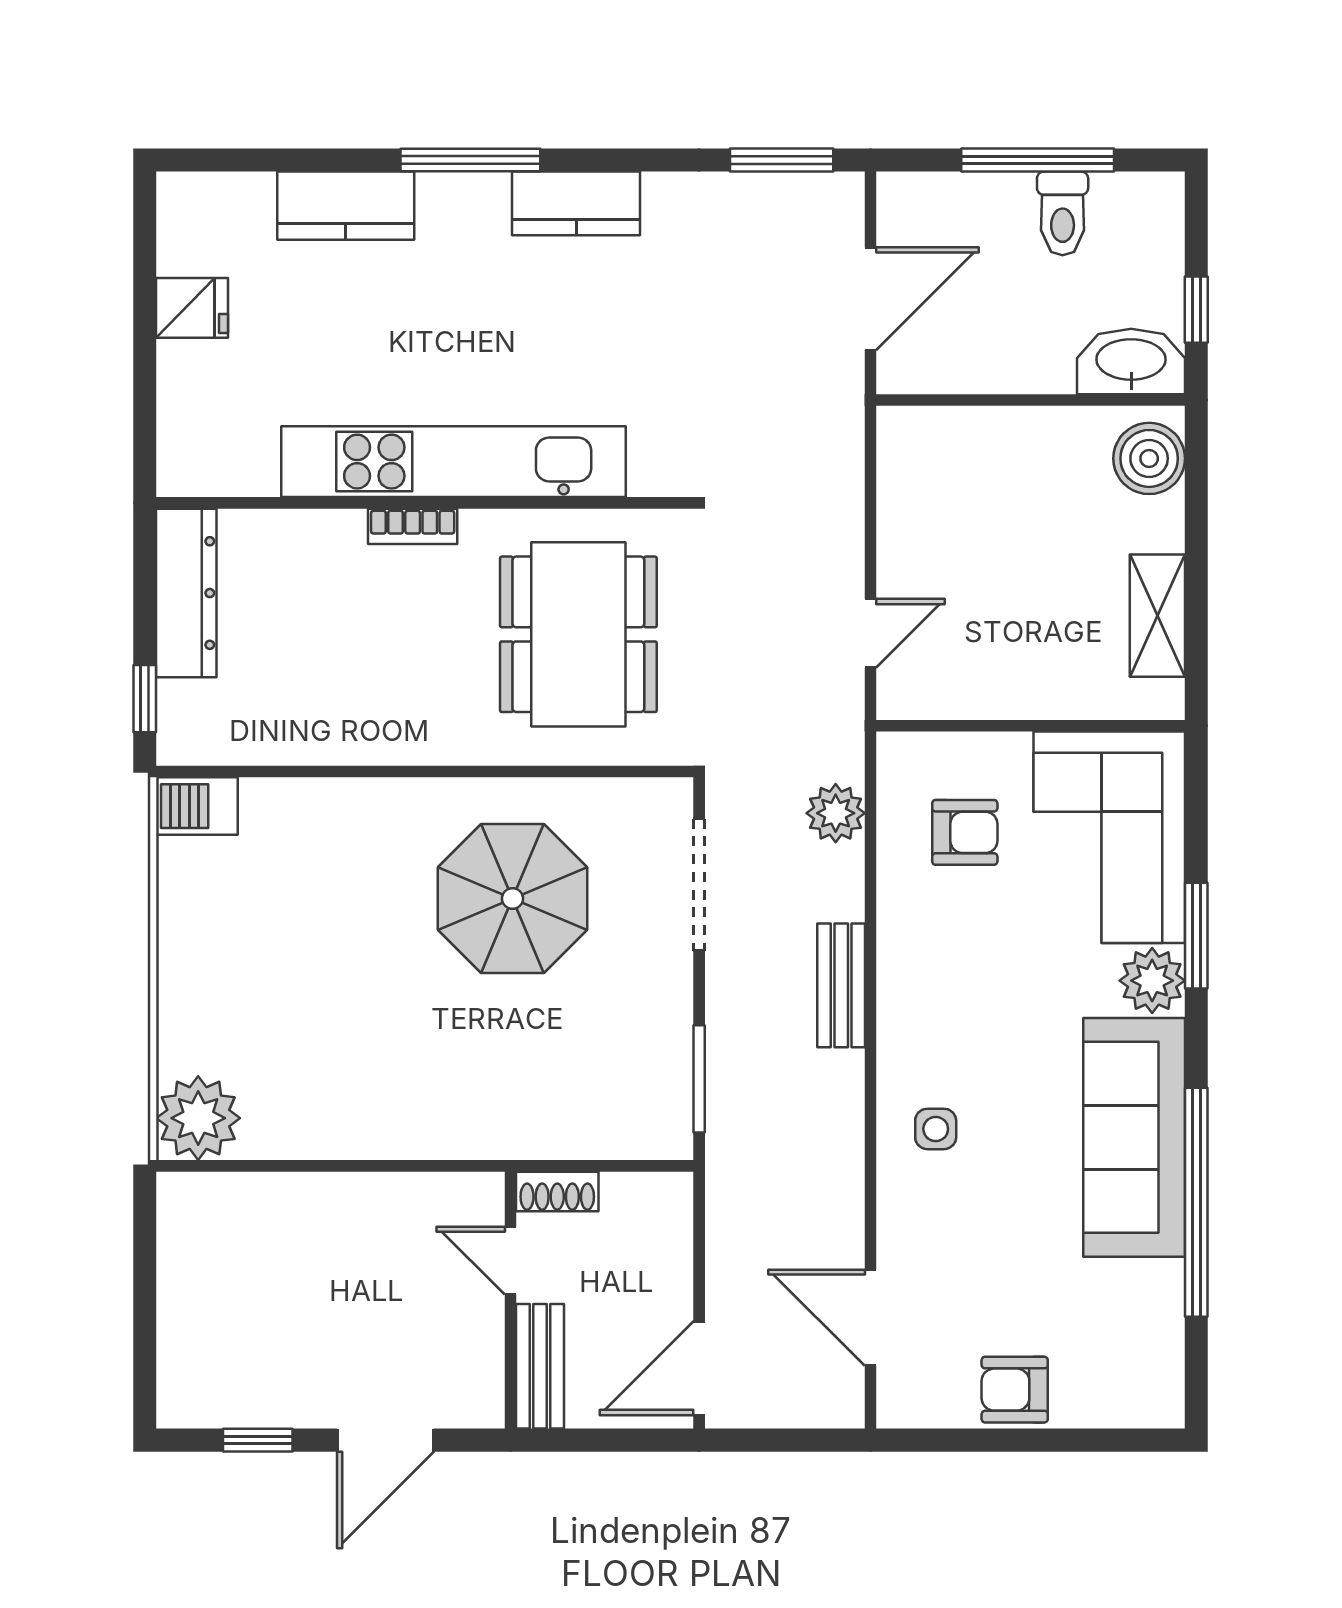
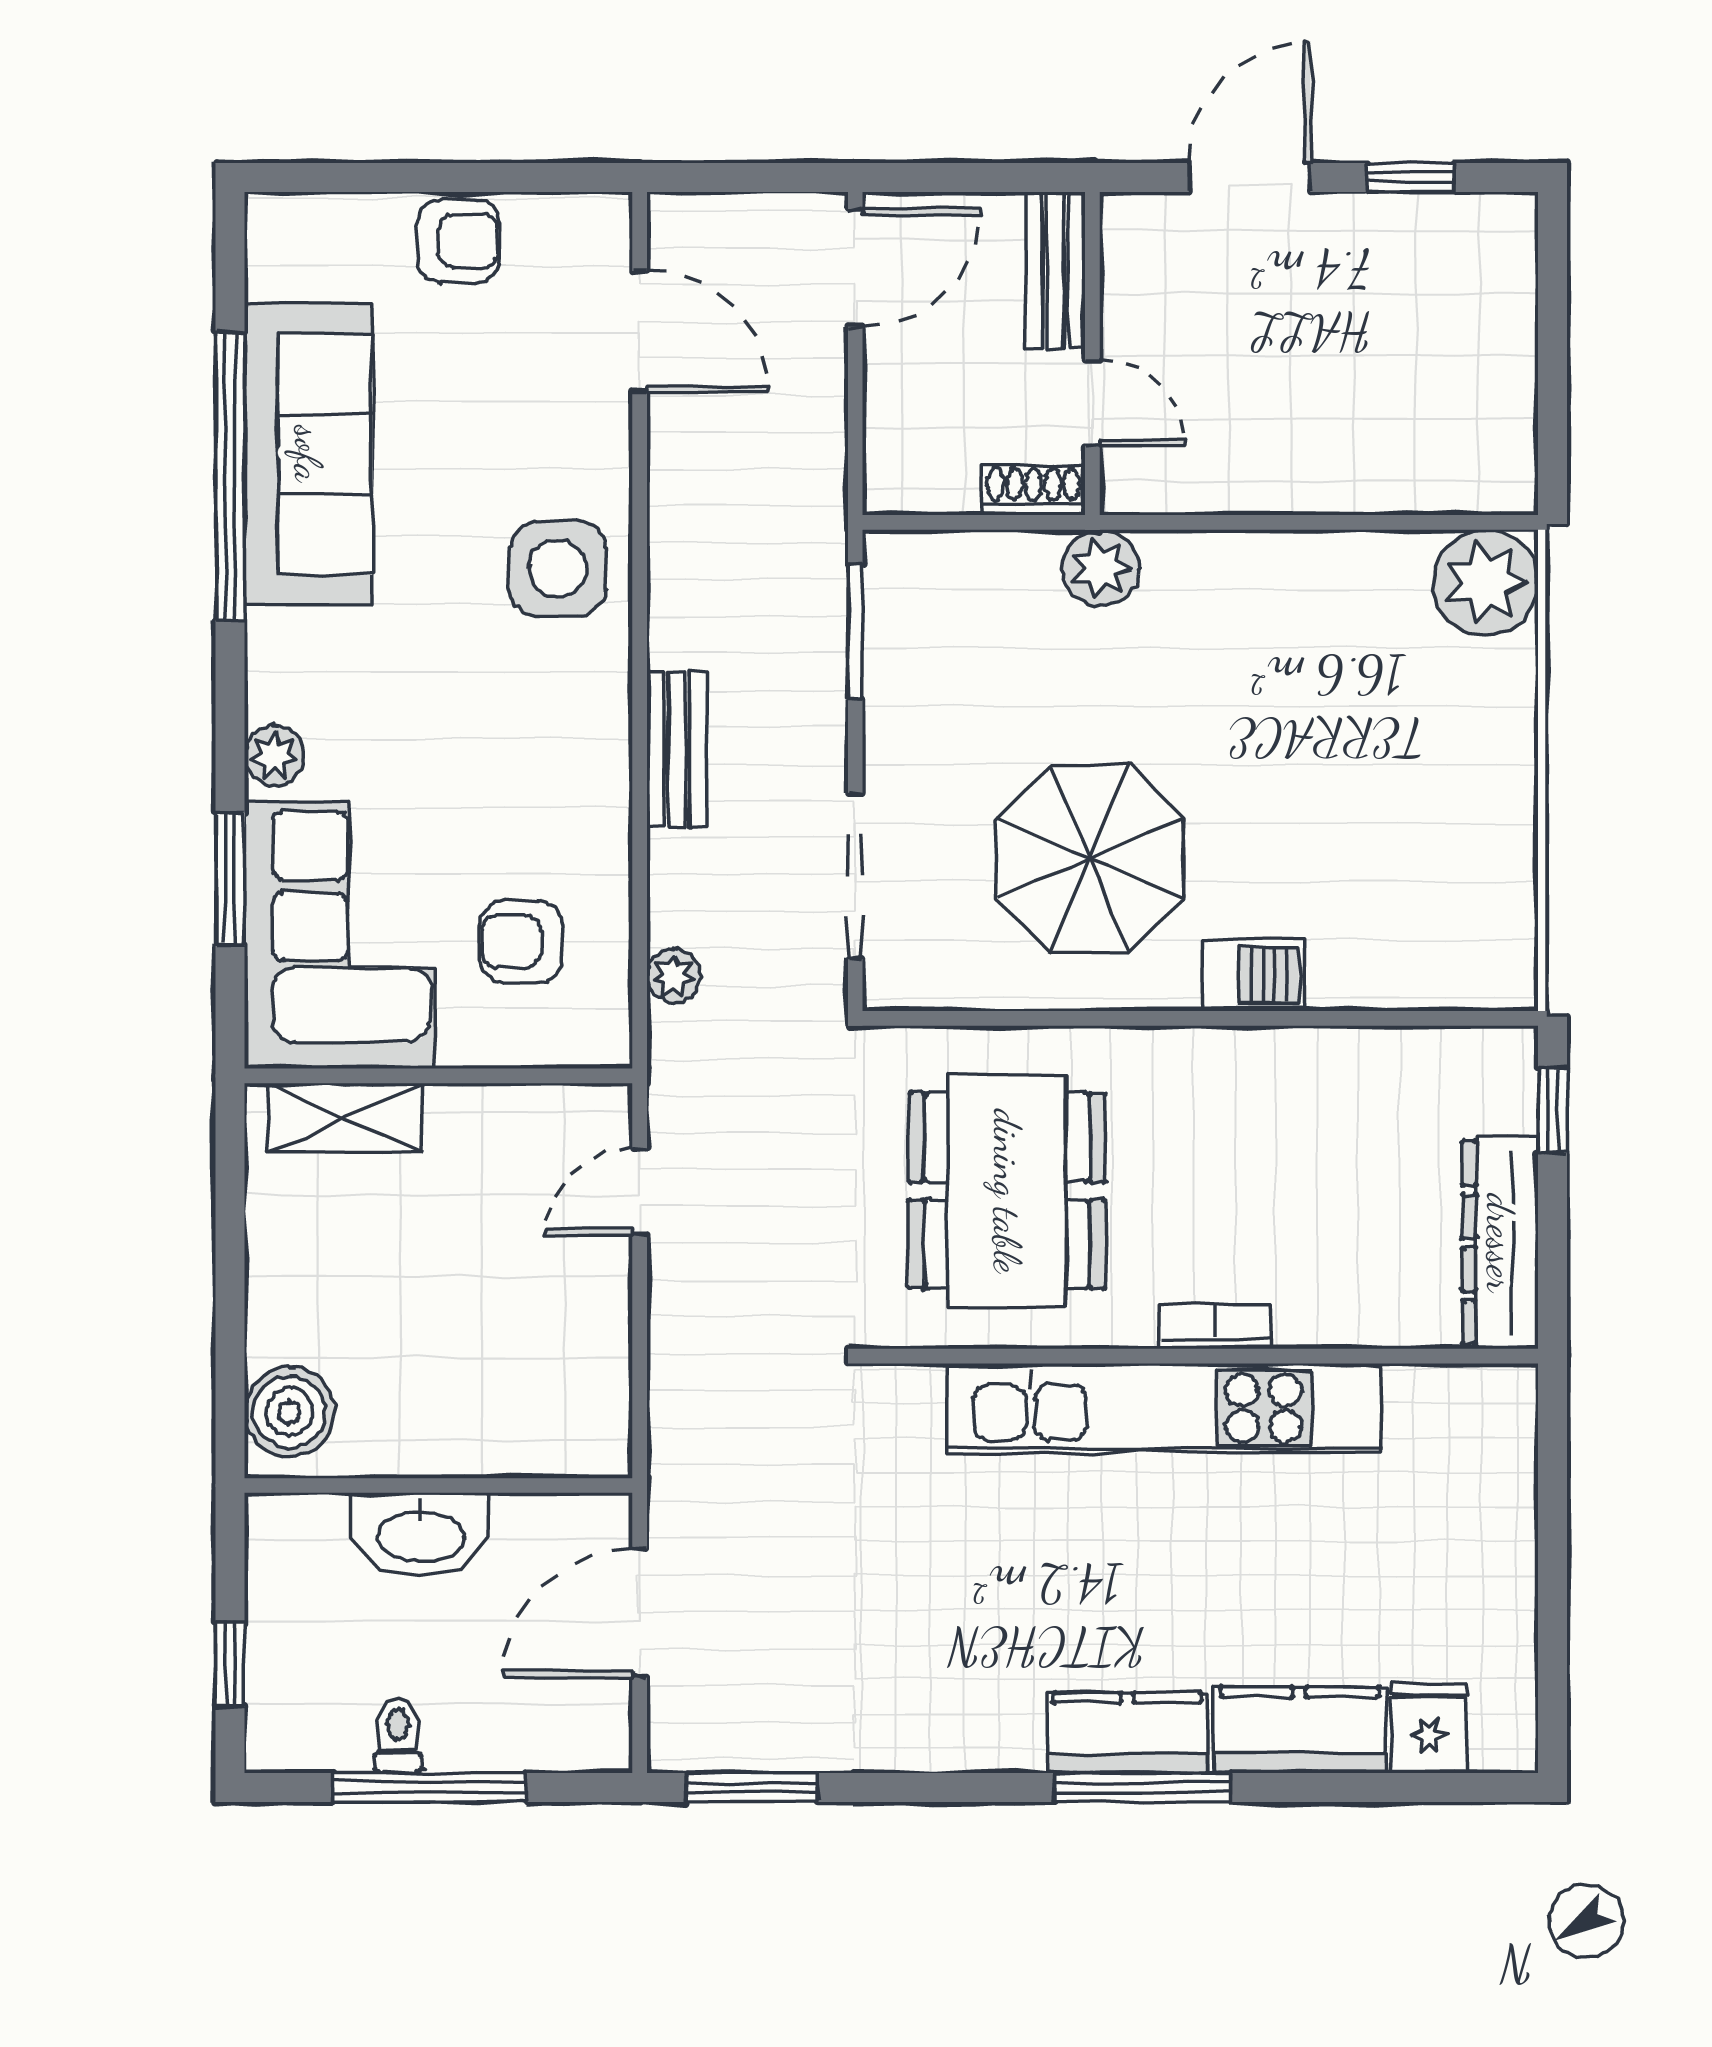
kitchen counter: (576, 203) -> (1127, 1733), moved
toilet: (1063, 213) -> (398, 1735), width x0.73, depth x0.72
fridge: (192, 308) -> (1429, 1728), moved, turned 90
window: (1196, 310) -> (230, 1664), moved
washbasin: (1131, 361) -> (420, 1534), moved
shelving: (1157, 616) -> (345, 1118), moved, turned 90
barbecue: (197, 806) -> (1254, 975), moved
plant: (836, 813) -> (674, 976), width x0.73, depth x0.73
window: (1196, 936) -> (230, 879), moved
plant: (1152, 981) -> (274, 755), width x0.73, depth x0.73
side table: (936, 1129) -> (558, 569), width x1.87, depth x1.87
plant: (504, 1130) -> (1101, 568), added
sofa: (1134, 1137) -> (308, 454), moved

